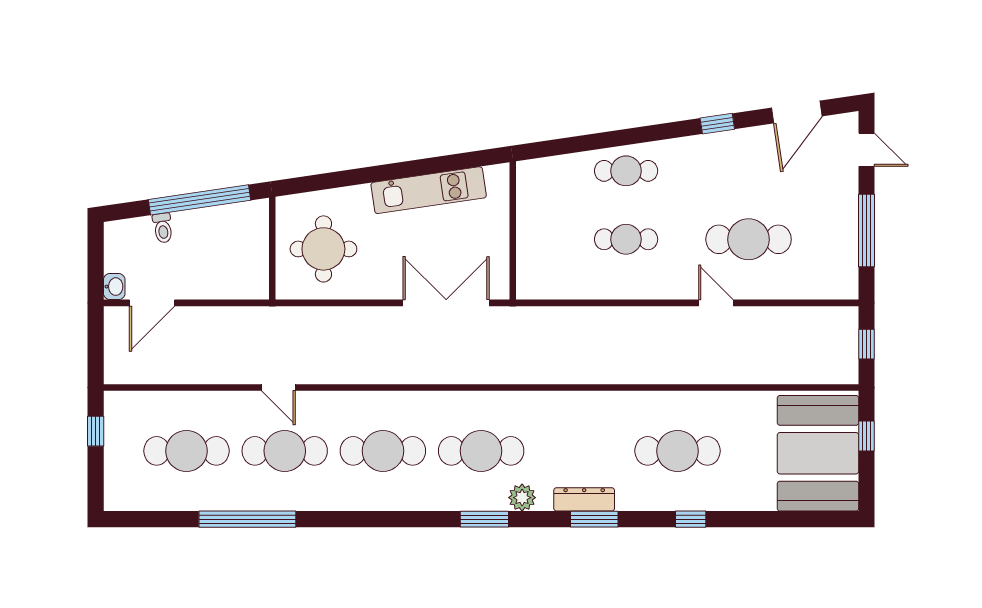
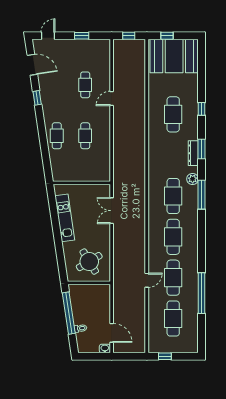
window: (867, 231) -> (82, 36), width x0.46
cafe table: (749, 239) -> (85, 85), width x0.73, depth x0.74
round table: (323, 249) -> (89, 262), turned -31
double door: (446, 303) -> (112, 211), width x0.73
window: (484, 519) -> (202, 195), width x1.44

